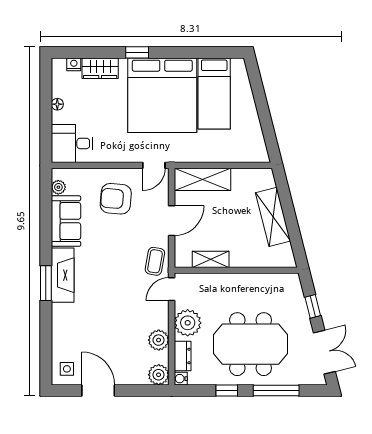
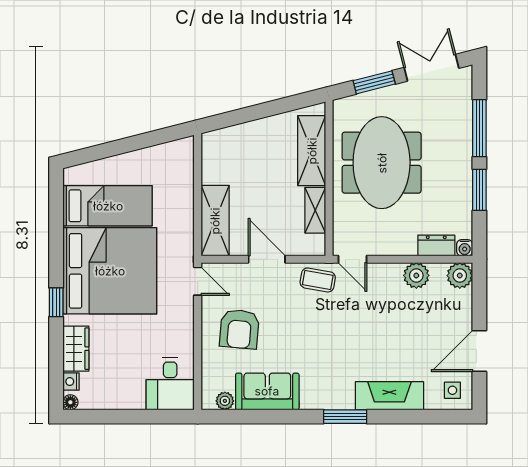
floor lamp: (57, 104) -> (70, 402), moved
shelving: (273, 217) -> (312, 151), moved, turned -76
fireplace: (63, 275) -> (389, 396), moved
window: (313, 306) -> (374, 82), width x1.50
plant: (188, 323) -> (395, 239), removed
meeting table: (251, 344) -> (382, 163), moved
window: (227, 390) -> (479, 190), width x1.50

